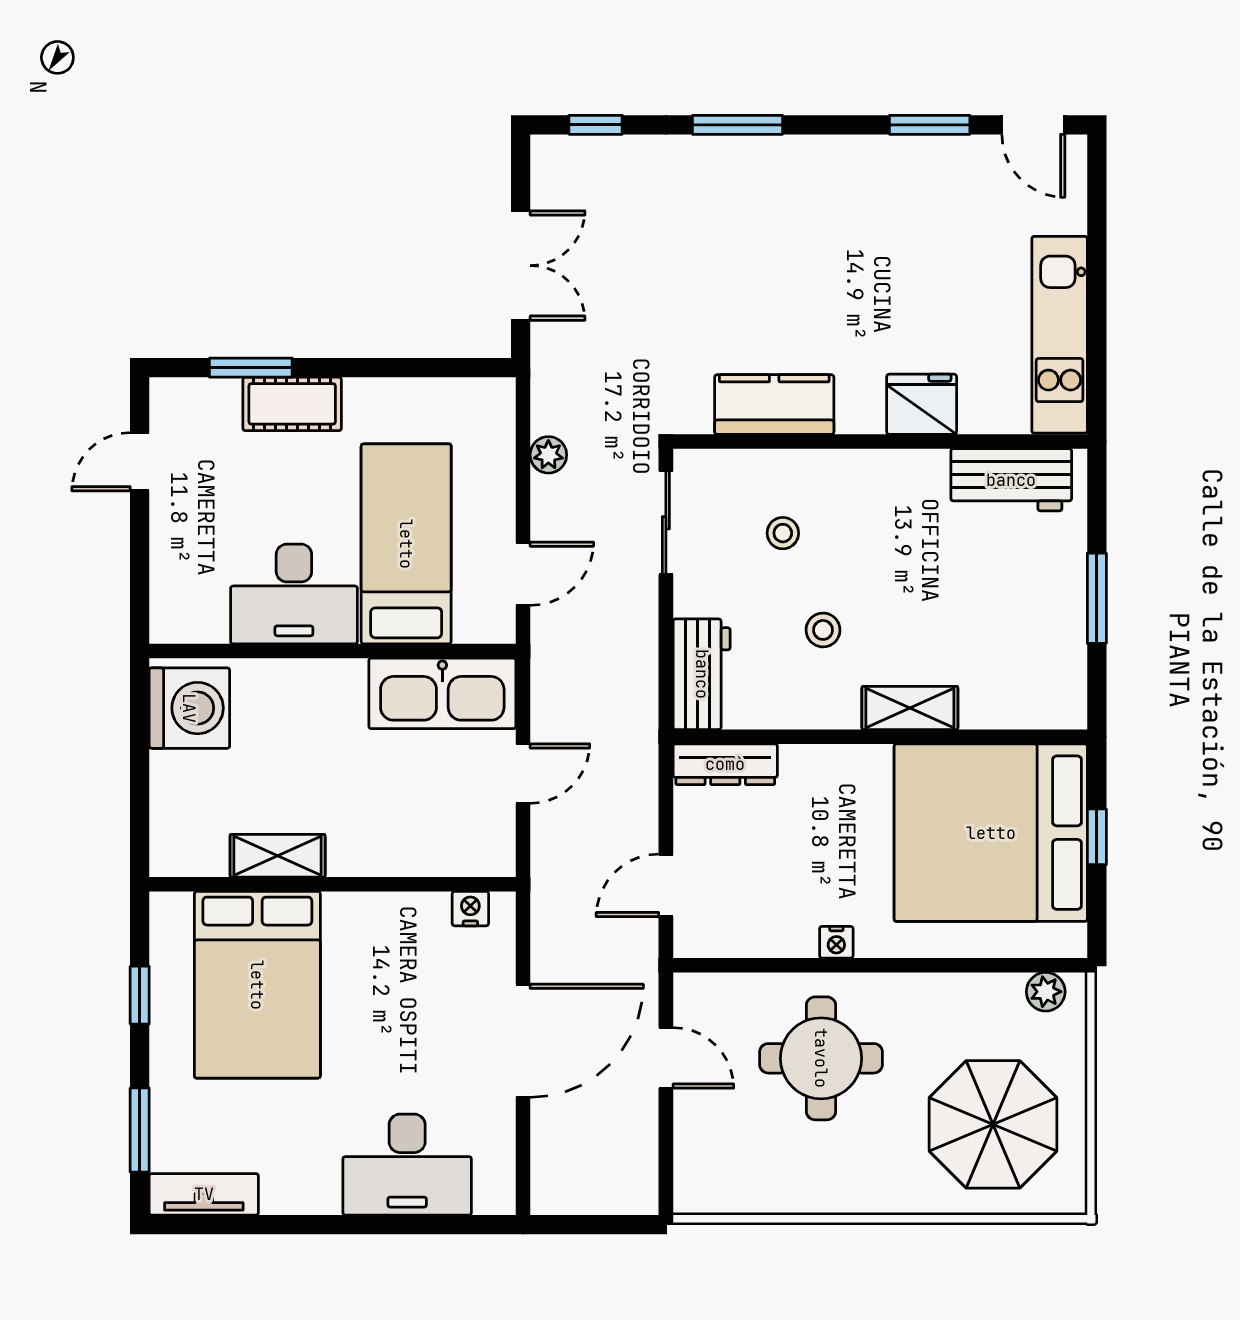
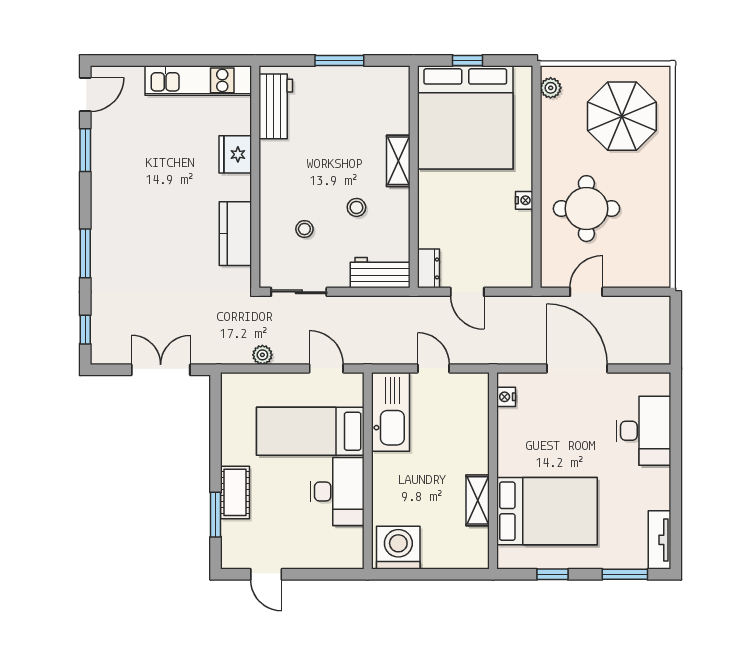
dresser: (725, 764) -> (429, 268), width x0.70
door: (666, 885) -> (467, 292), moved

